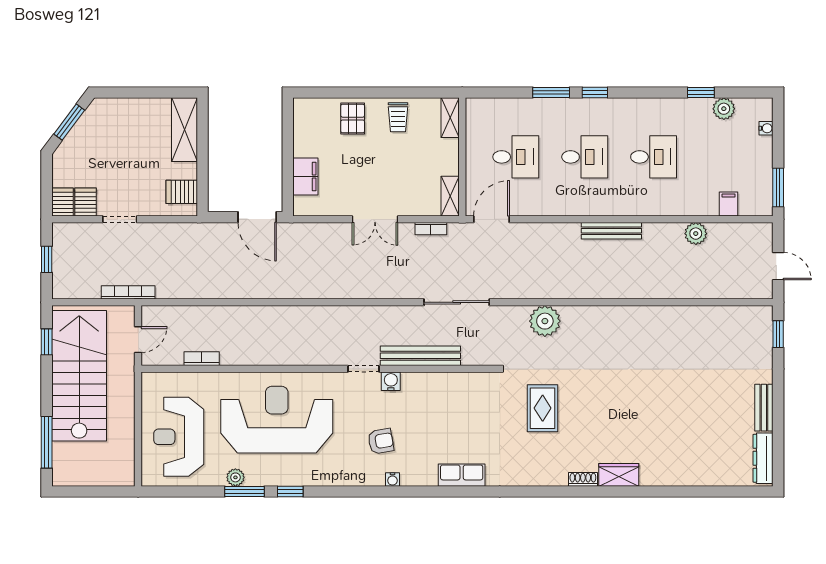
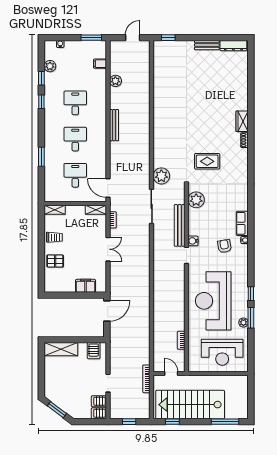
window: (595, 92) -> (41, 102), moved
plant: (545, 321) -> (161, 176), moved
plant: (469, 387) -> (196, 200), added
row of seats: (462, 475) -> (242, 223), moved

